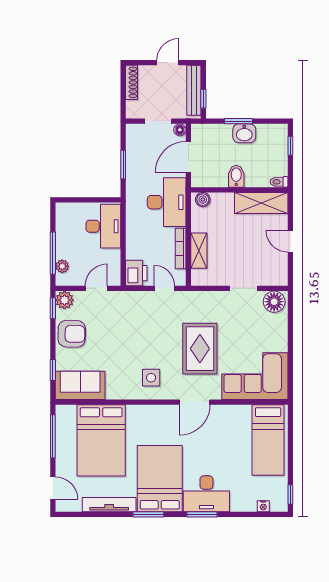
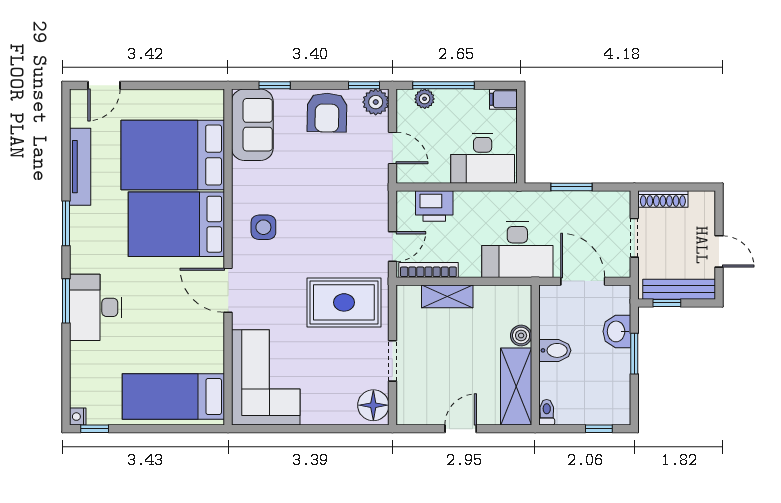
shoe rack: (132, 82) -> (663, 199), moved
floor lamp: (180, 130) -> (622, 269), removed
washbasin: (244, 133) -> (617, 331), moved
boiler: (203, 200) -> (521, 336), moved
filing cabinet: (63, 212) -> (503, 99), added
bookcase: (181, 249) -> (428, 270), moved
printer: (136, 273) -> (434, 206), moved
rug: (200, 349) -> (344, 302), moved
window: (53, 436) -> (179, 85), removed
bed: (160, 479) -> (176, 224), moved, turned 180
nightstand: (263, 506) -> (78, 417), moved

